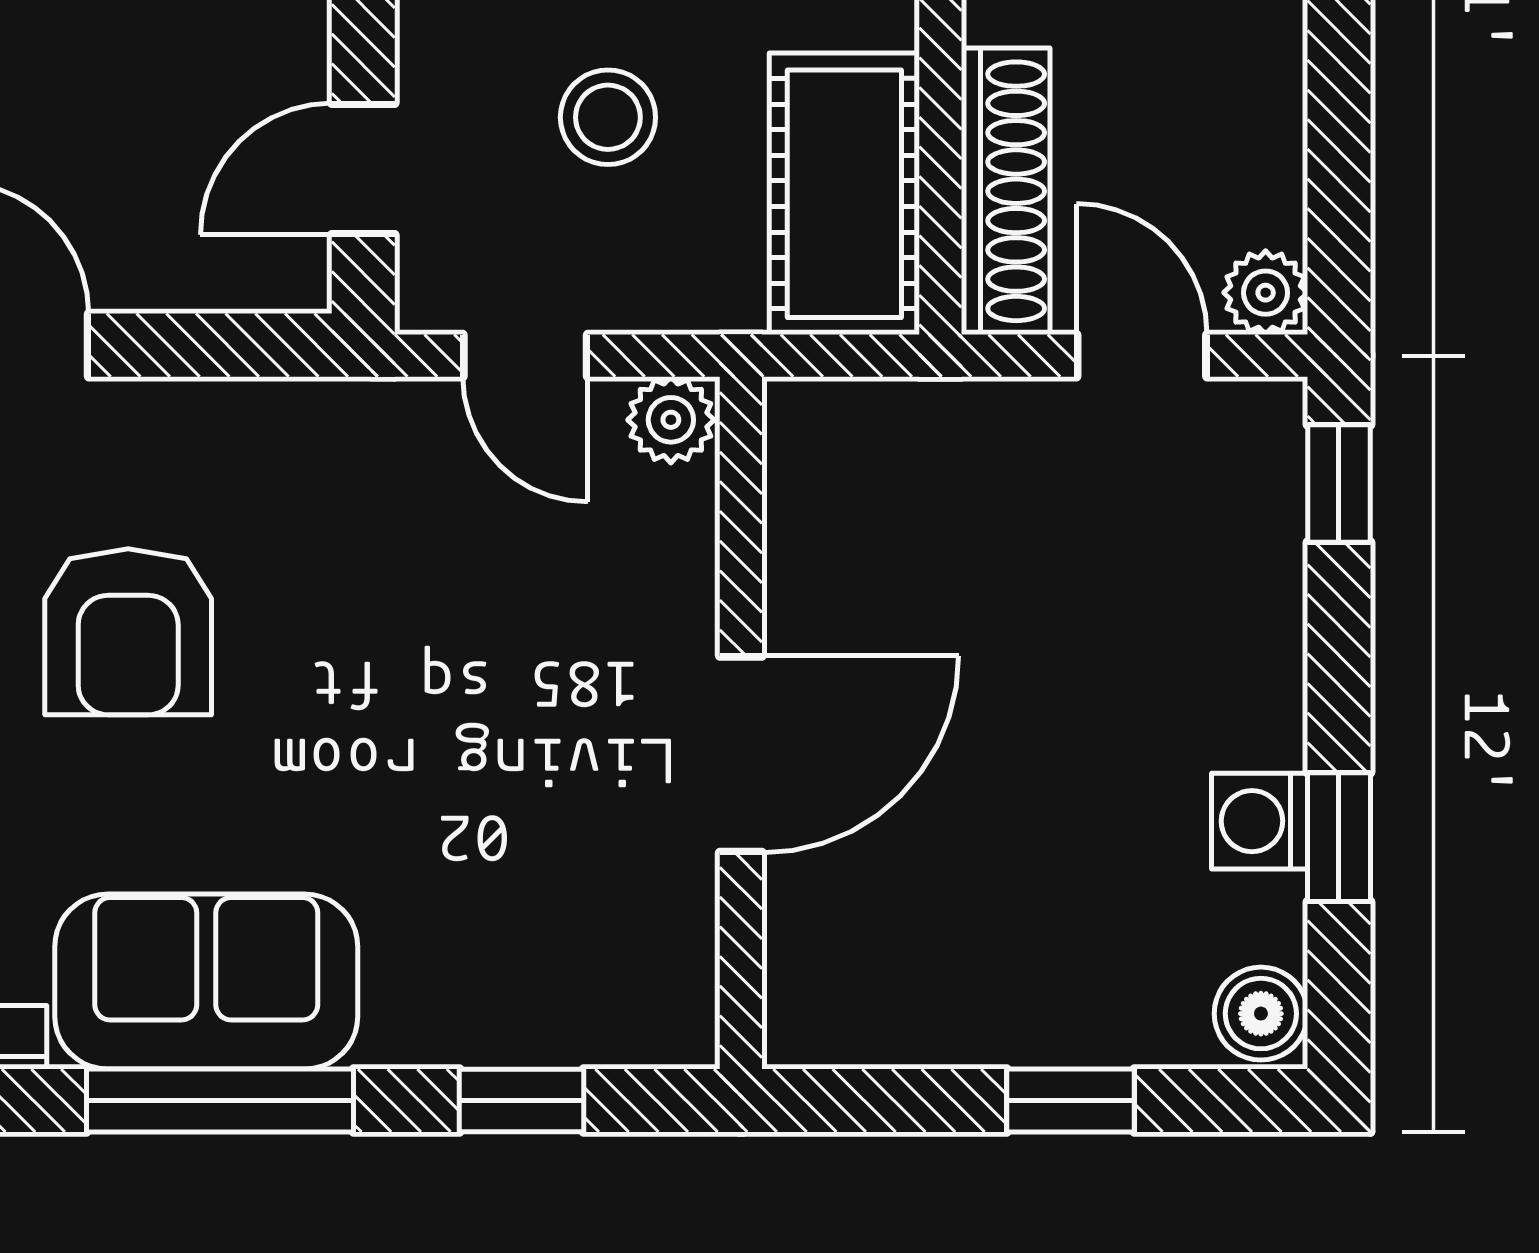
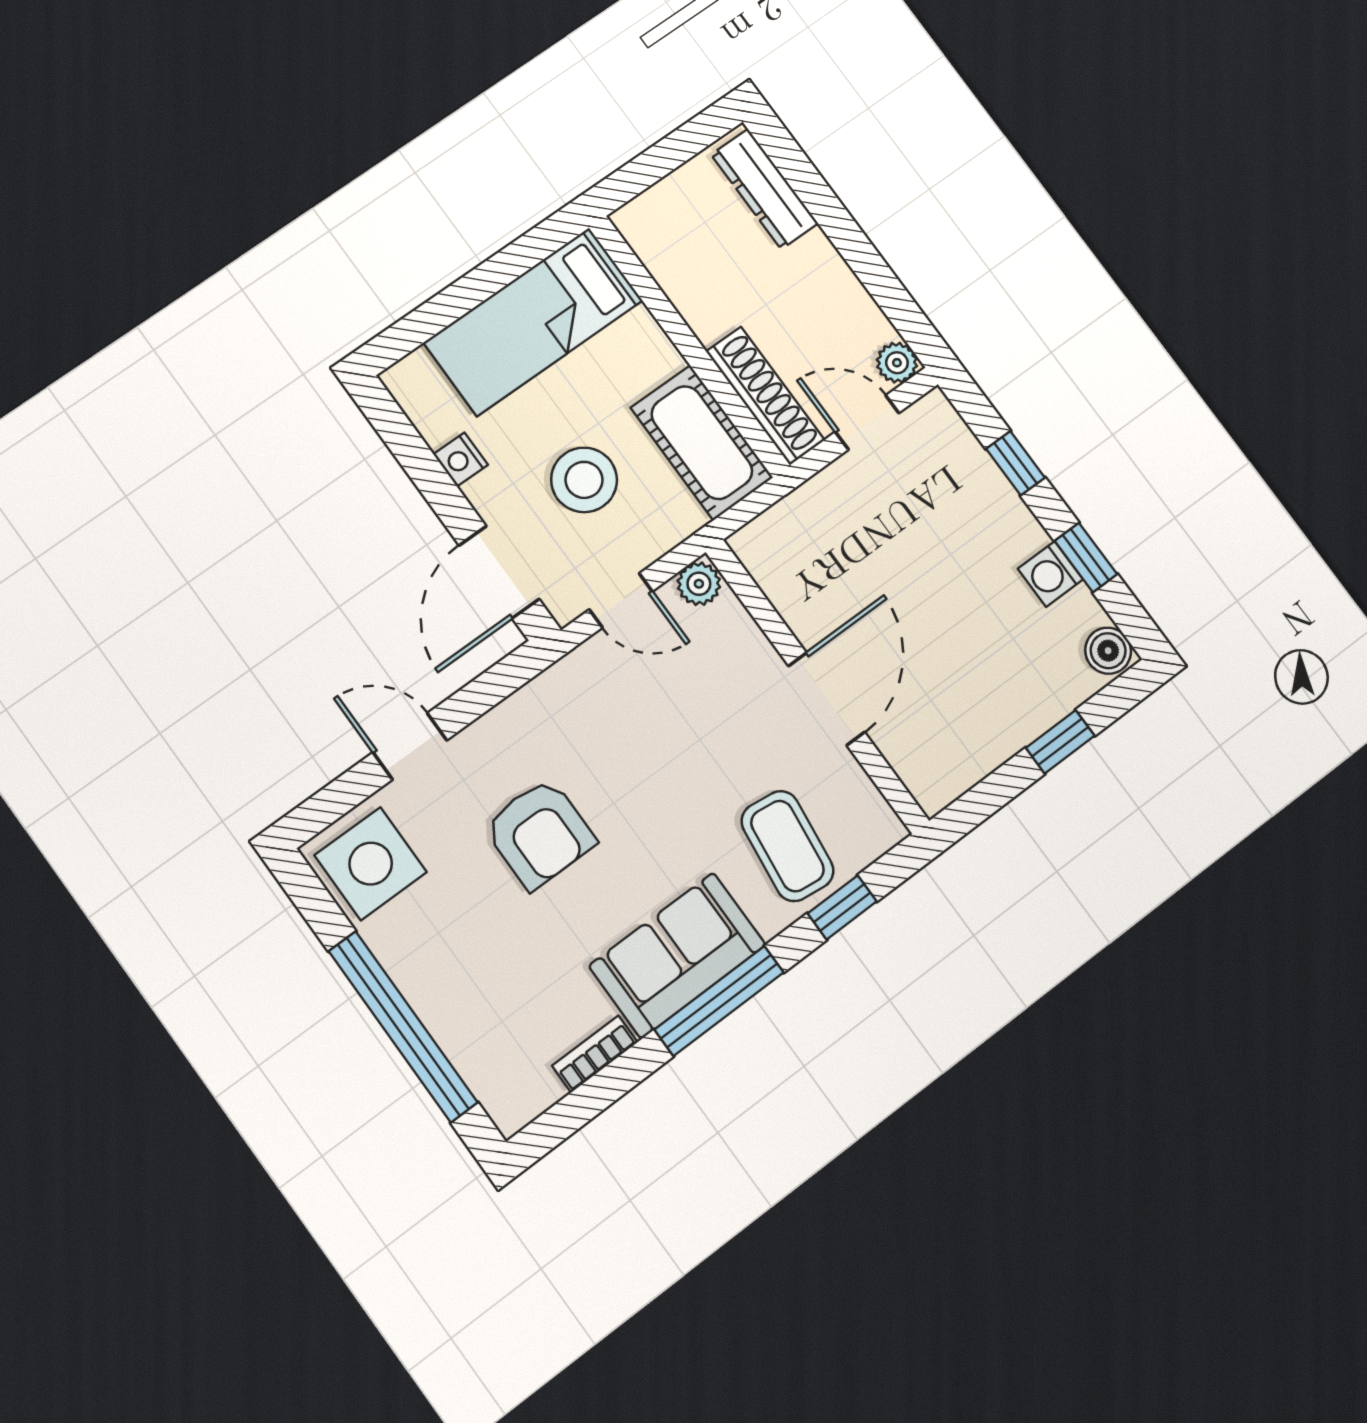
stool: (608, 117) -> (584, 480), width x1.38, depth x1.38
door: (363, 169) -> (499, 572), width x1.38
window: (1339, 483) -> (1016, 463), moved
coffee table: (506, 940) -> (787, 846), added

